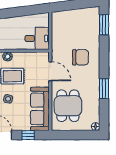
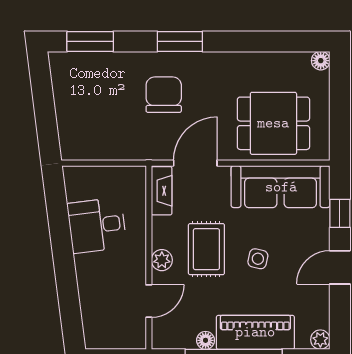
desk: (37, 38) -> (97, 225), moved, turned -97
fireplace: (38, 56) -> (162, 191), added
window: (104, 89) -> (180, 41), moved

